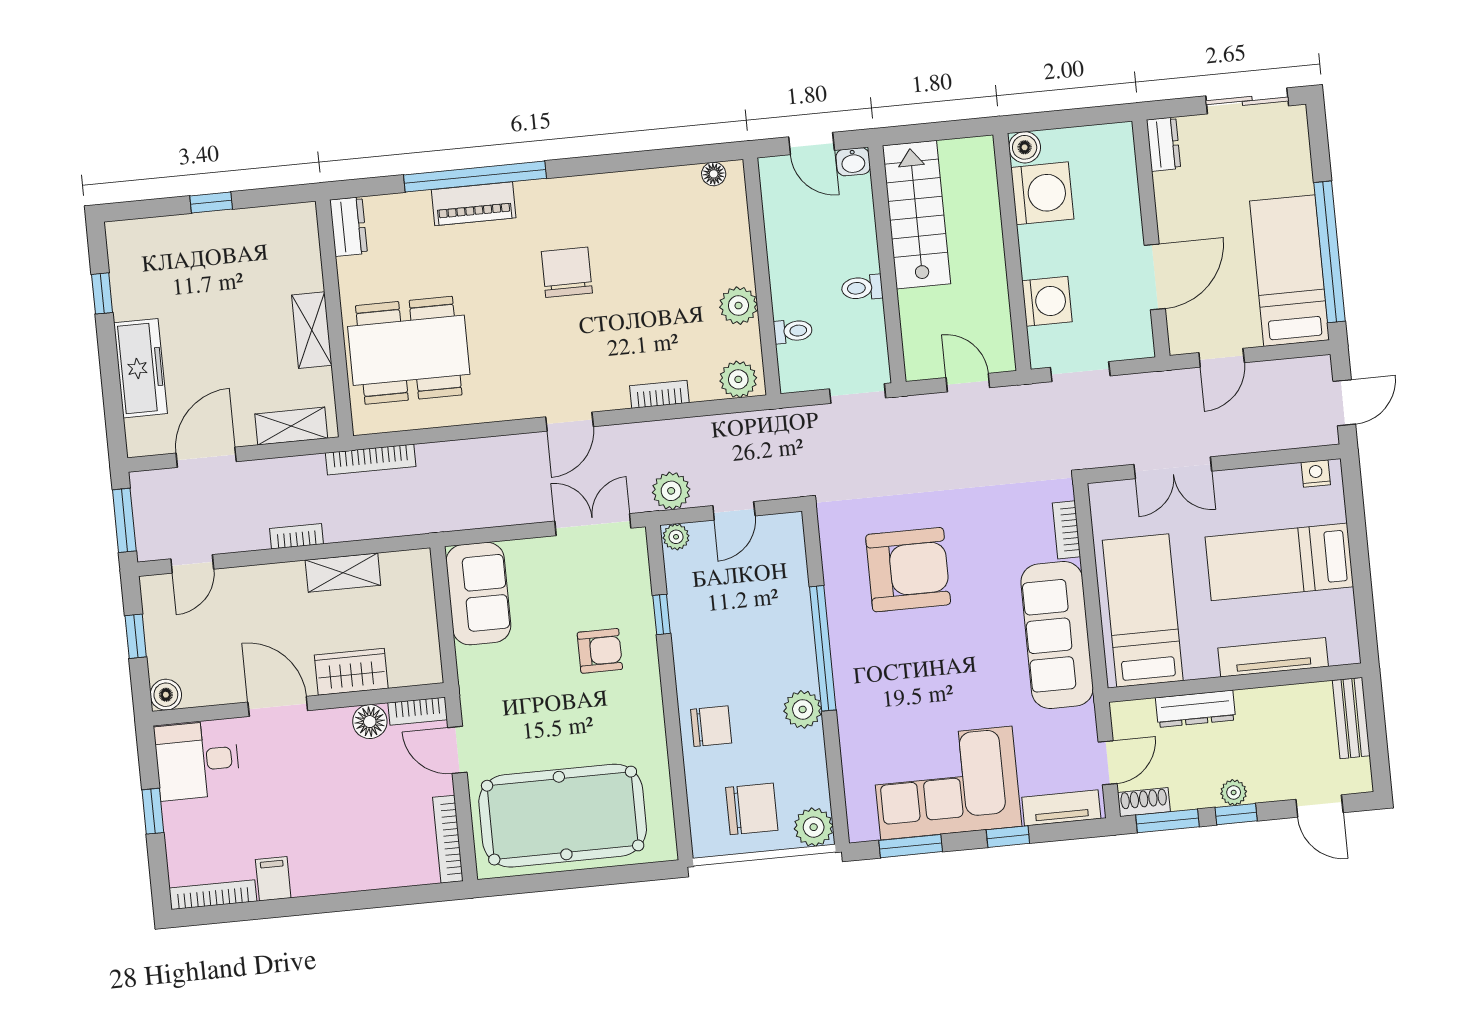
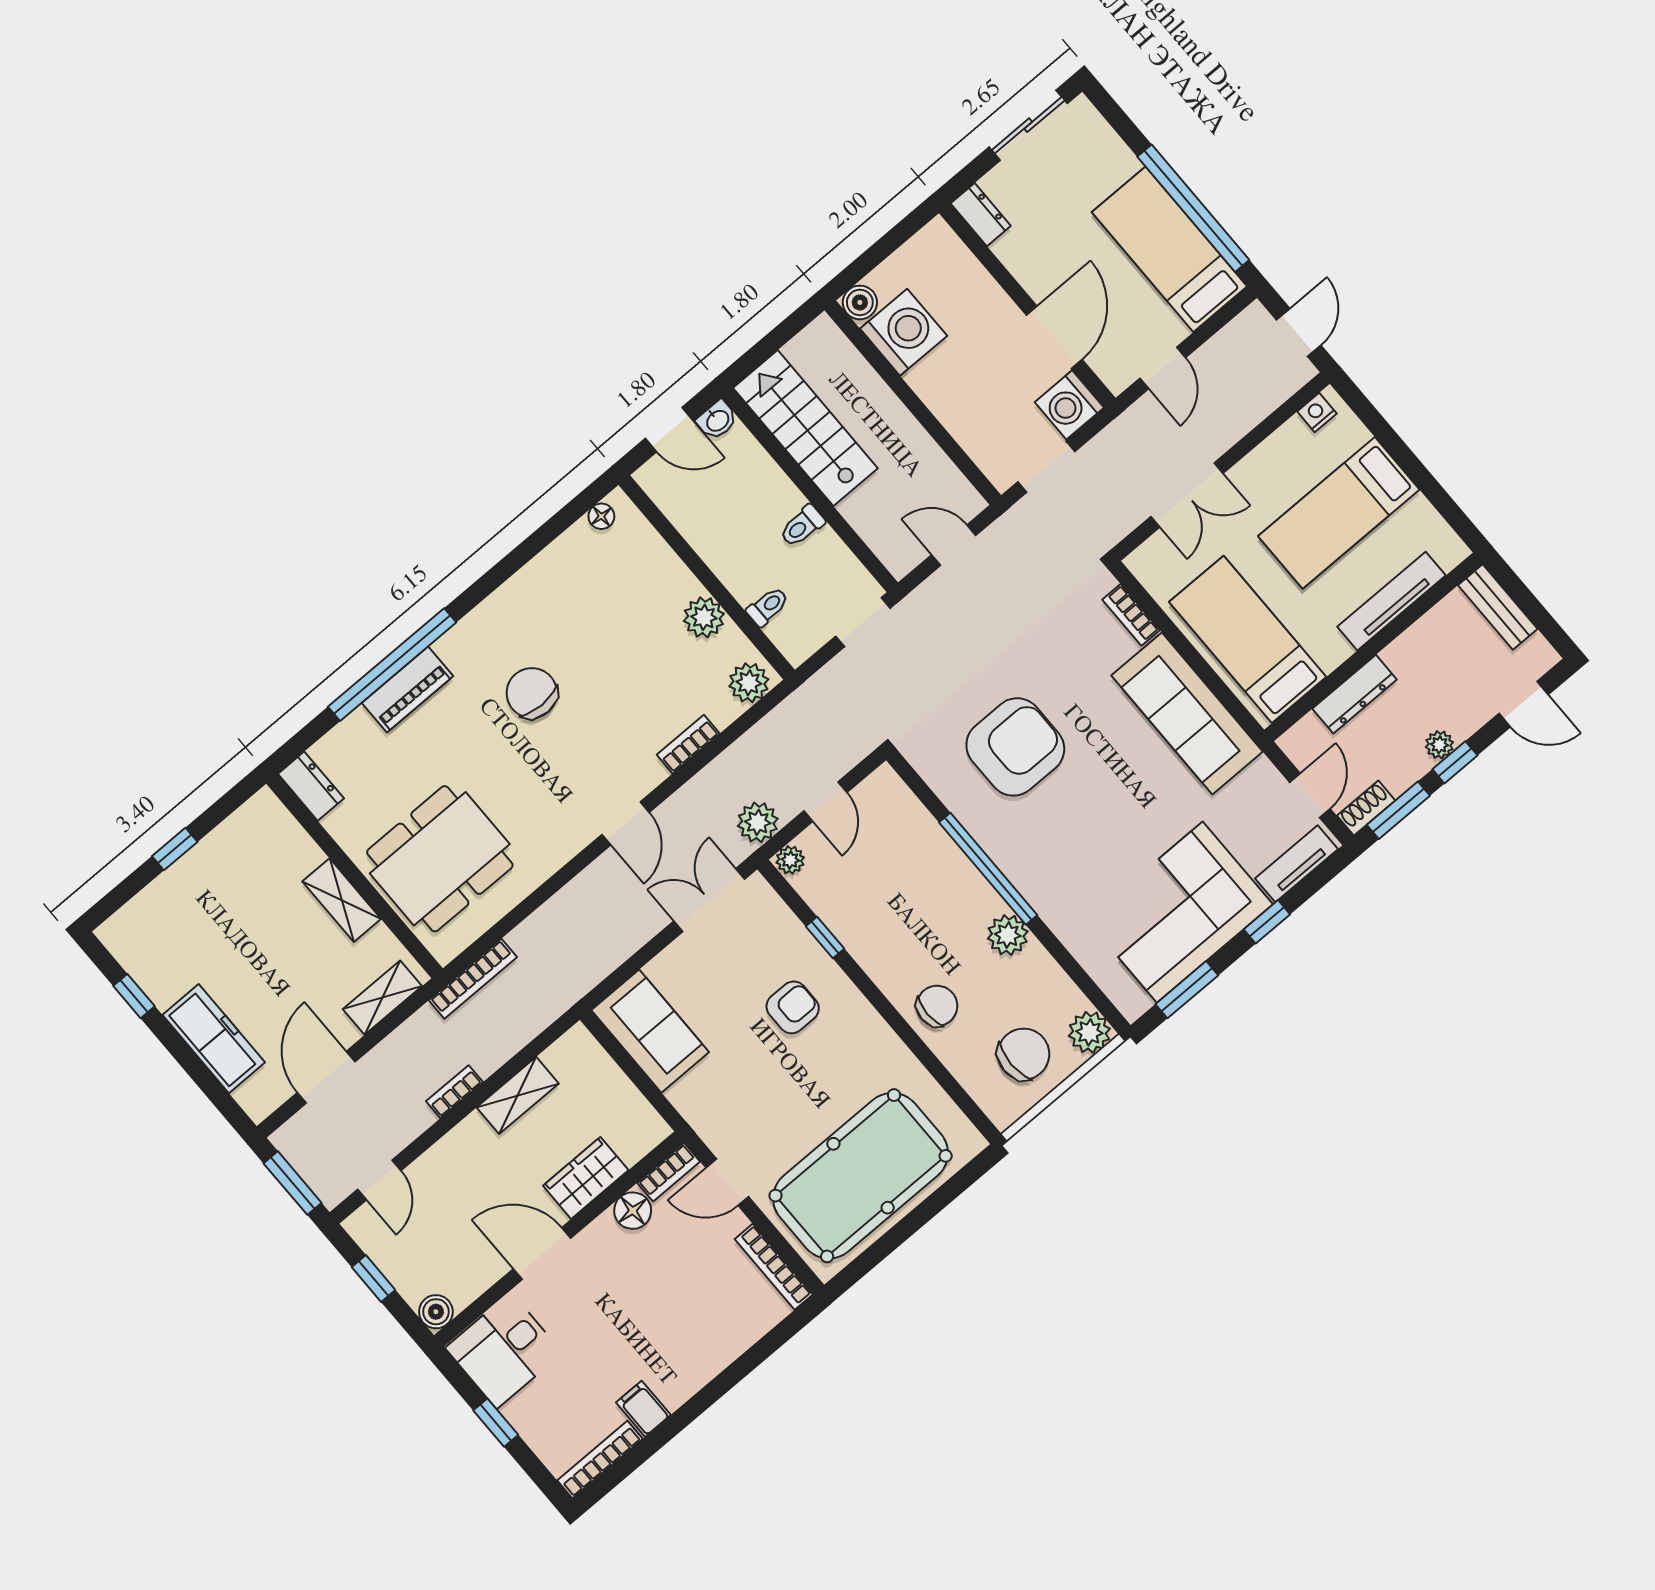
washing machine: (1047, 301) -> (1069, 405), moved, turned 180

